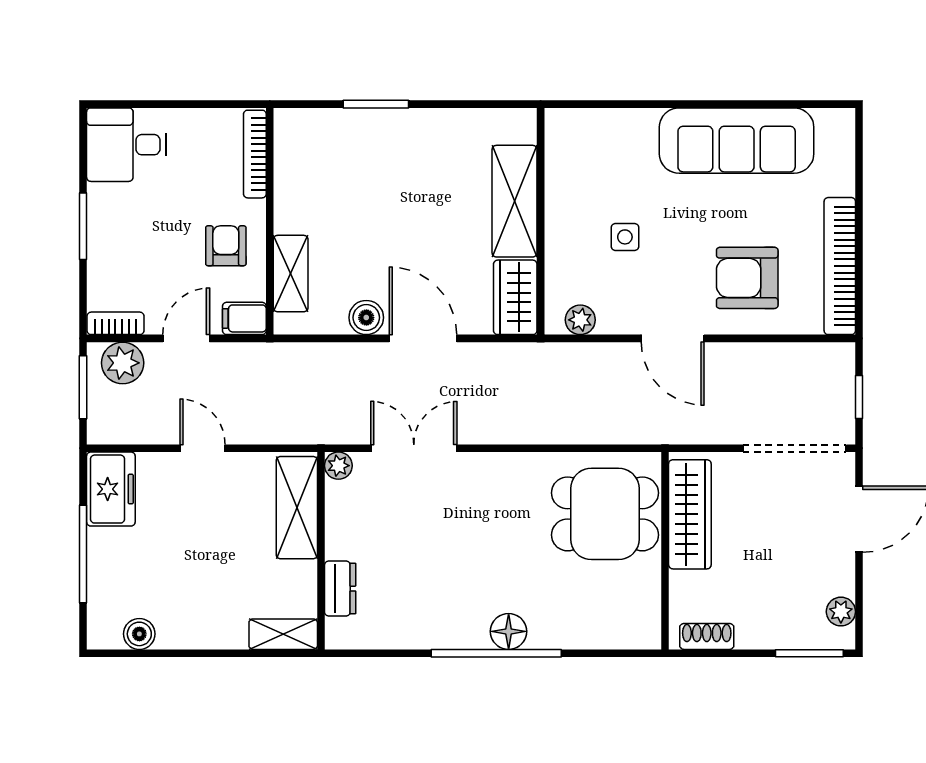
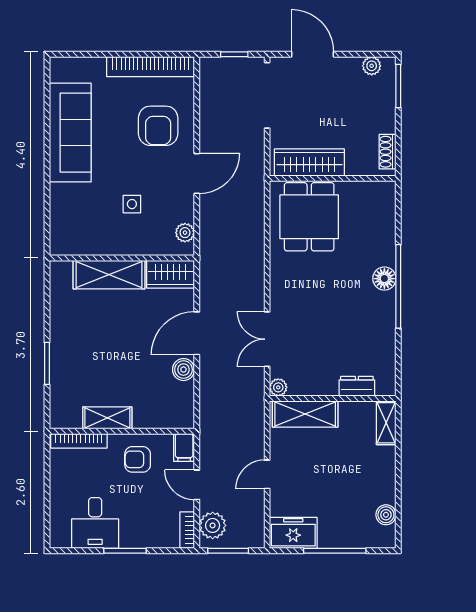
desk: (126, 145) -> (95, 523), moved
shelving: (291, 274) -> (107, 418), moved

